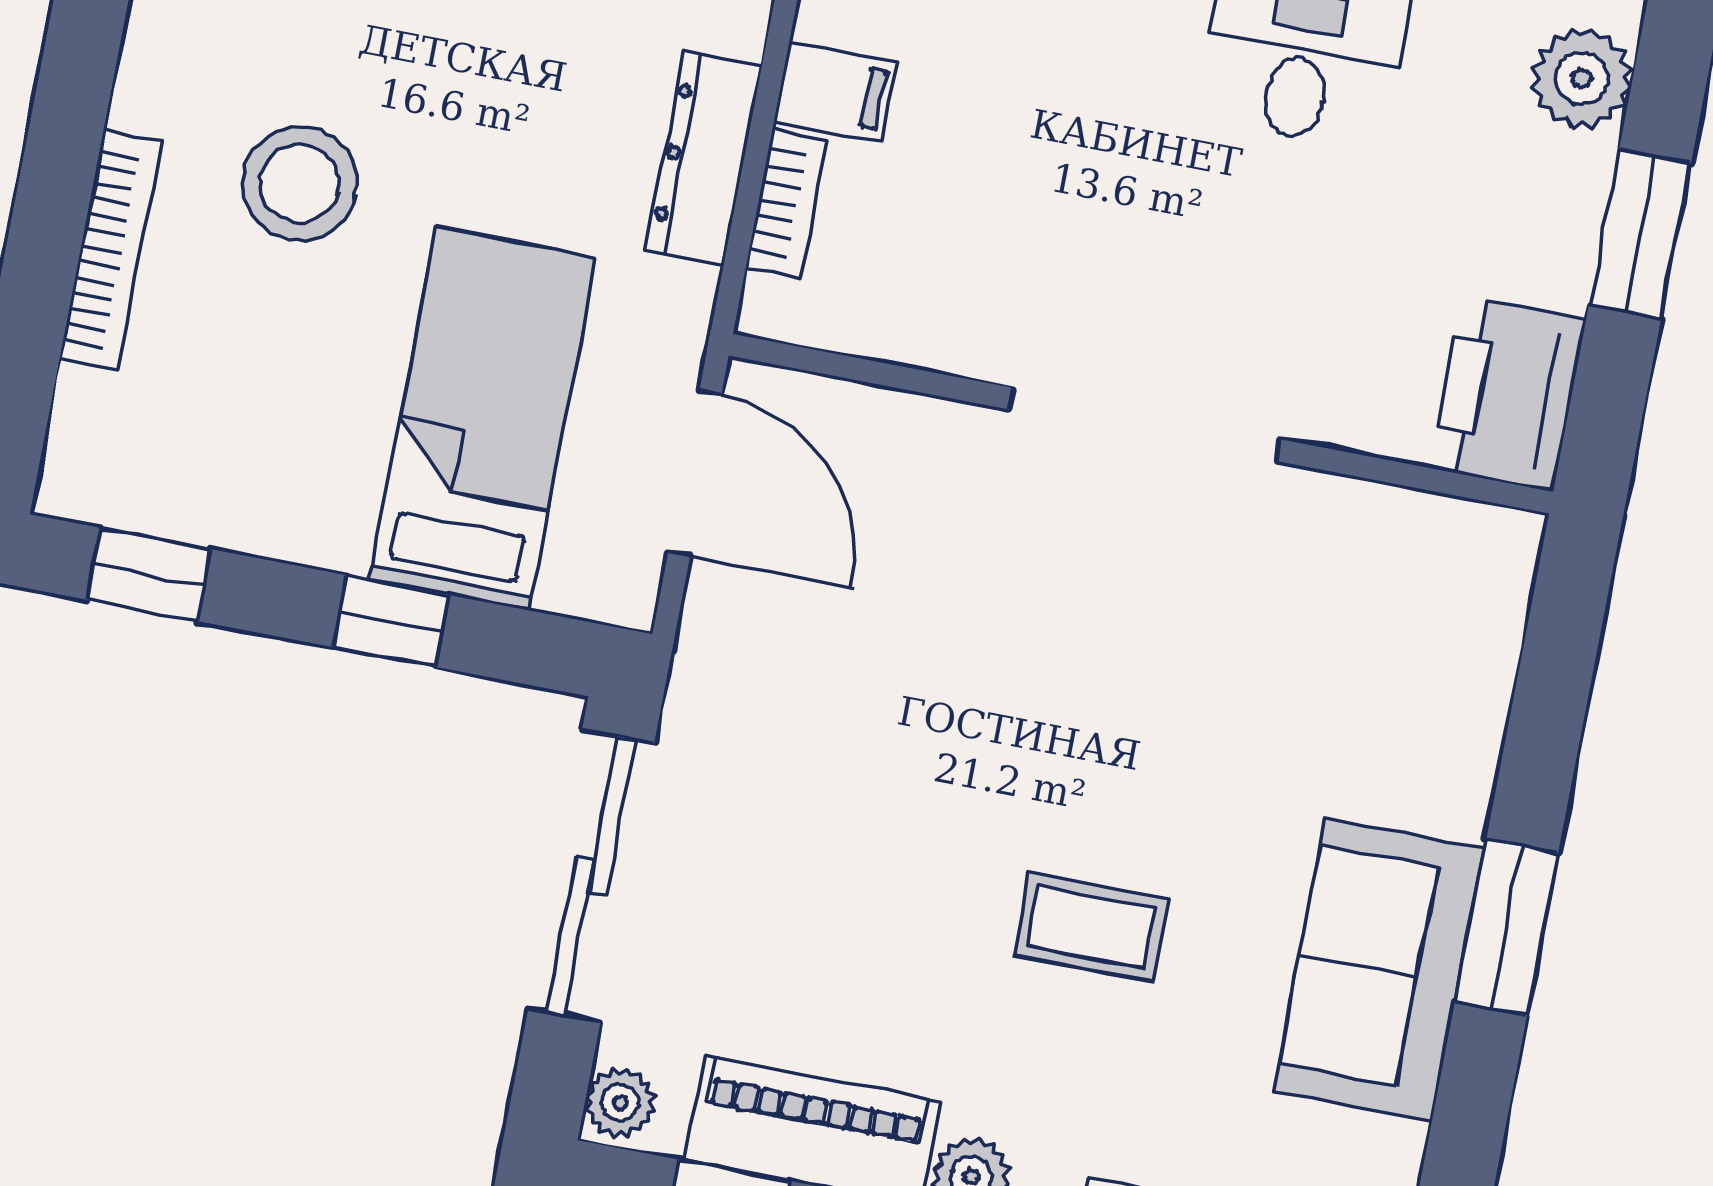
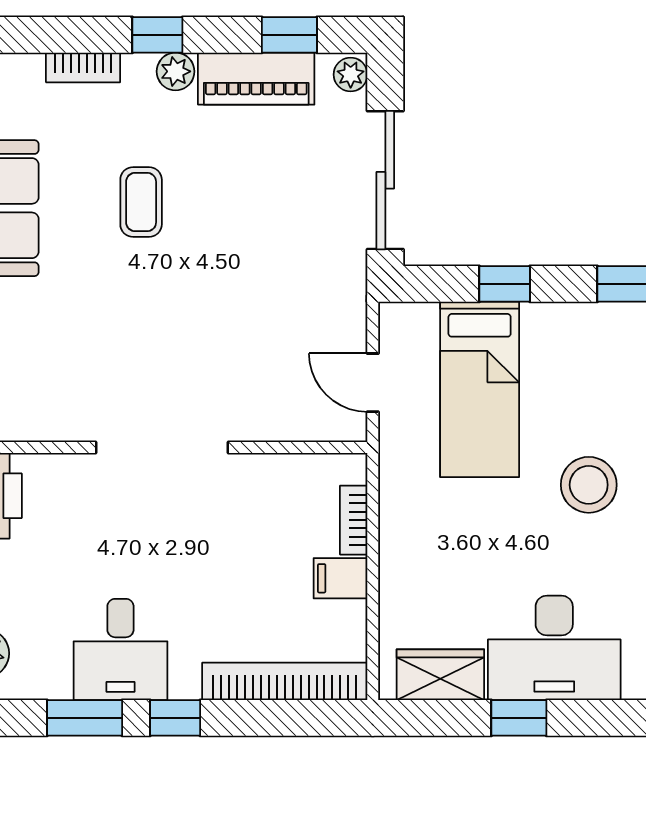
dresser: (704, 158) -> (398, 534), removed
door: (695, 473) -> (373, 383), width x0.73
coffee table: (1092, 927) -> (141, 202), turned 90

